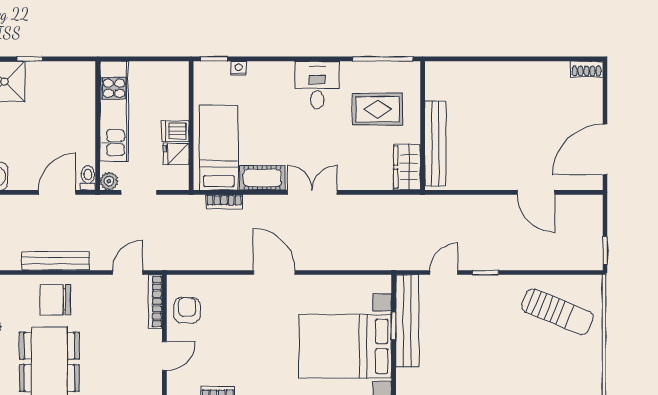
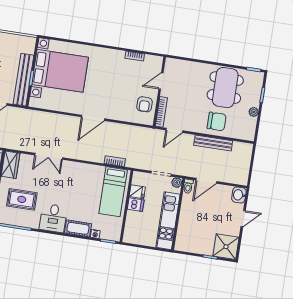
cot: (262, 178) -> (78, 228), moved
double door: (312, 192) -> (49, 156), moved
door: (274, 272) -> (93, 118), hinge flipped

